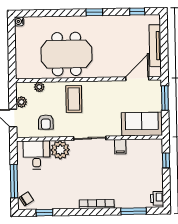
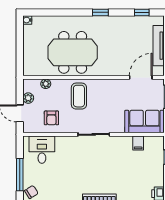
filing cabinet: (120, 147) -> (138, 143), moved
plant: (60, 150) -> (65, 145), removed

